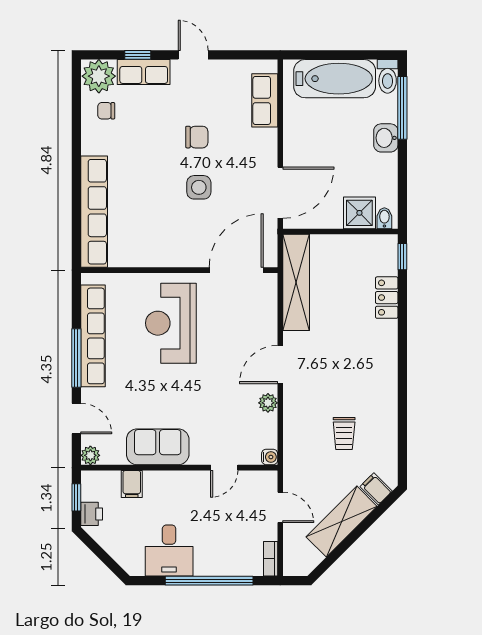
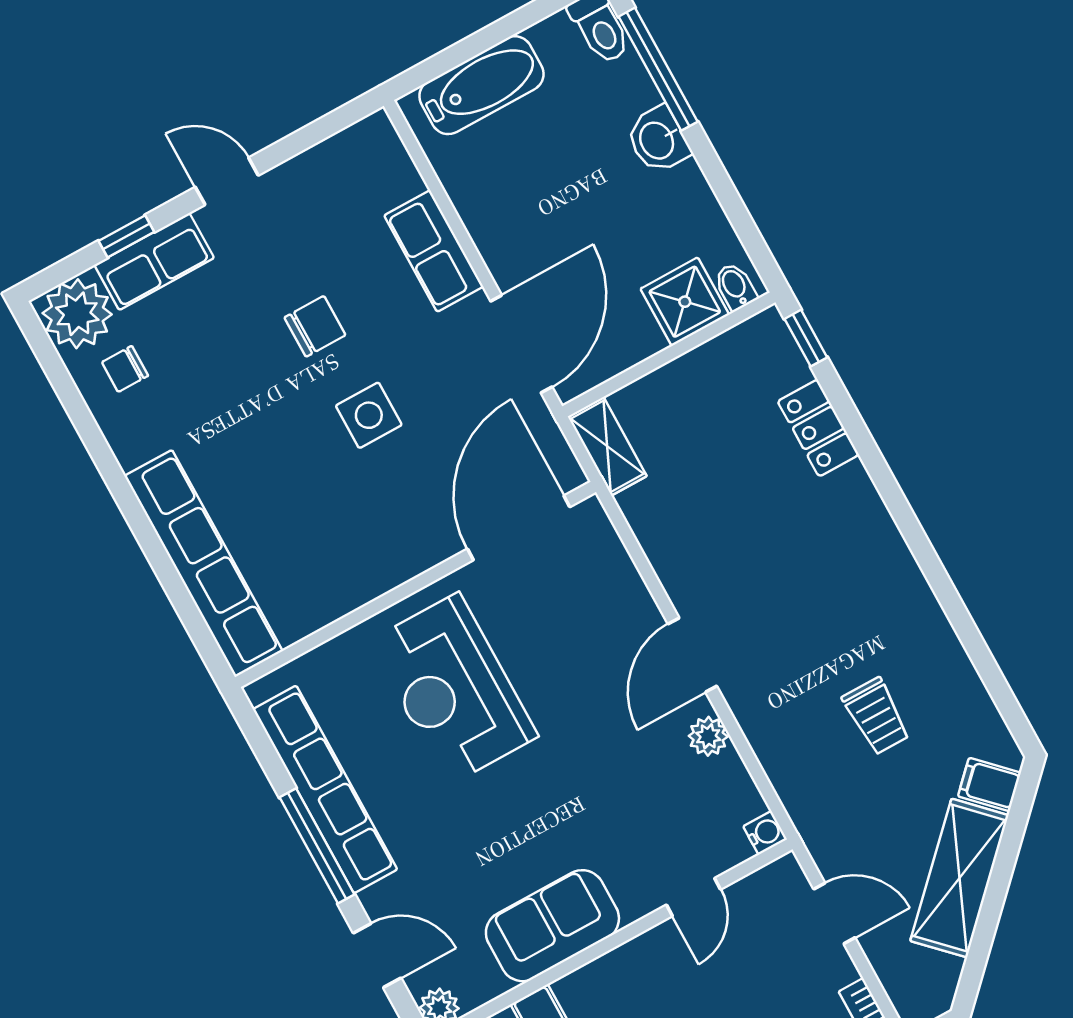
bathtub: (335, 79) -> (481, 85), width x0.73, depth x0.73
row of seats: (265, 100) -> (434, 251), moved
shelving: (296, 282) -> (607, 446), width x0.45, depth x0.75

